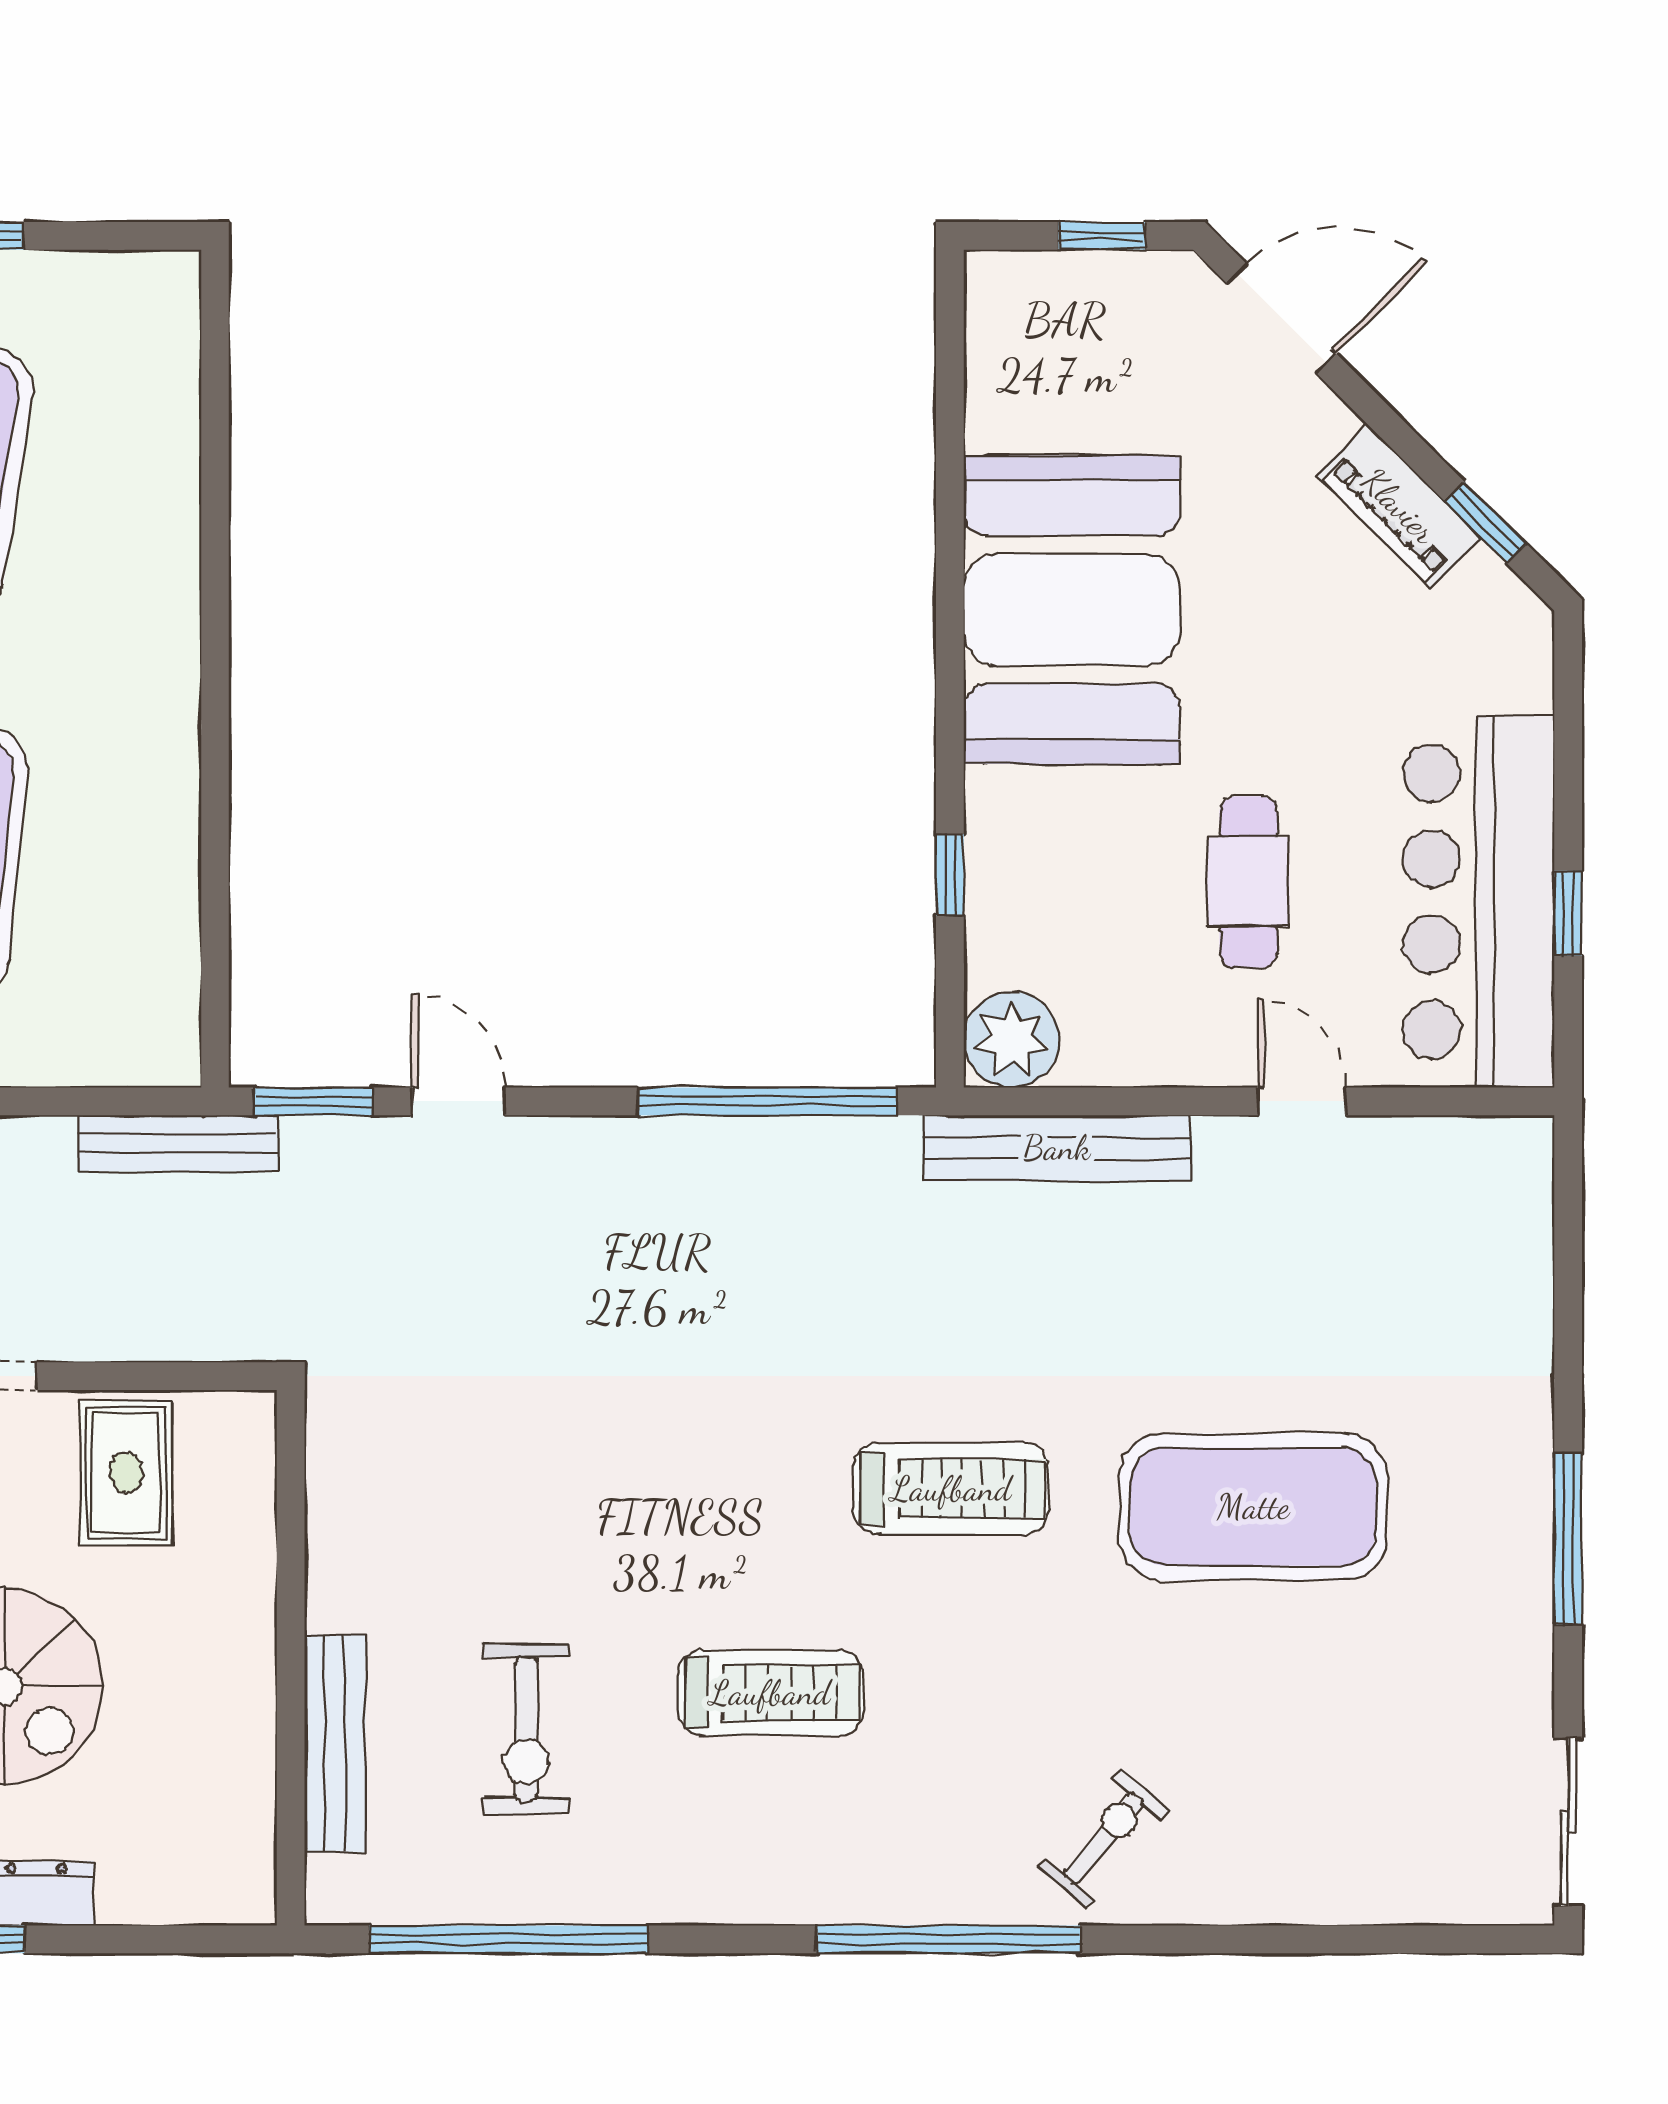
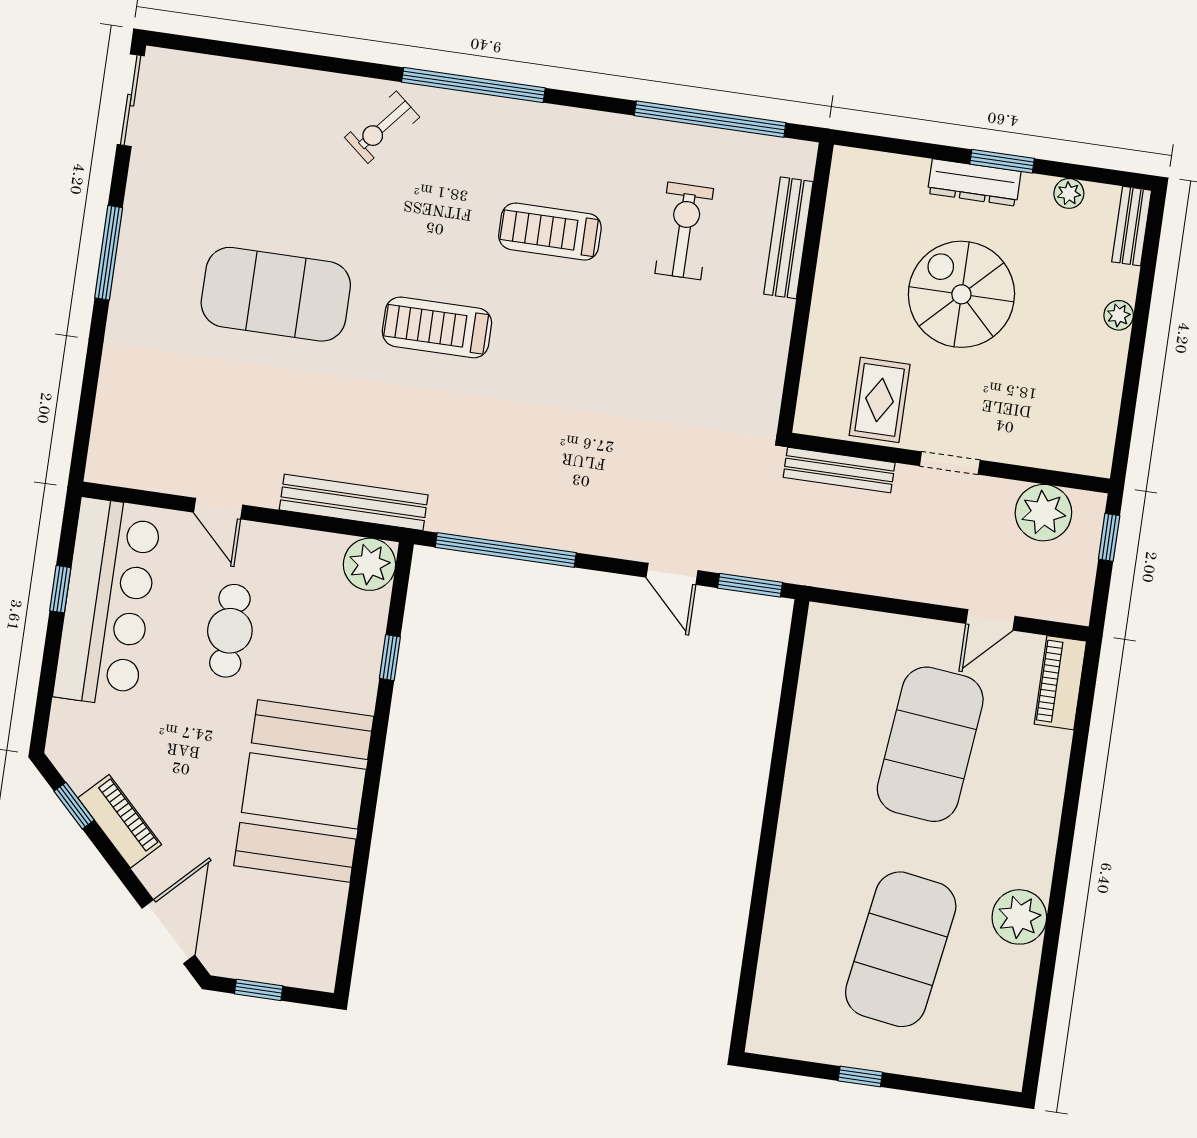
door: (1281, 318) -> (168, 932), swing flipped
bench: (178, 1143) -> (839, 470), moved

